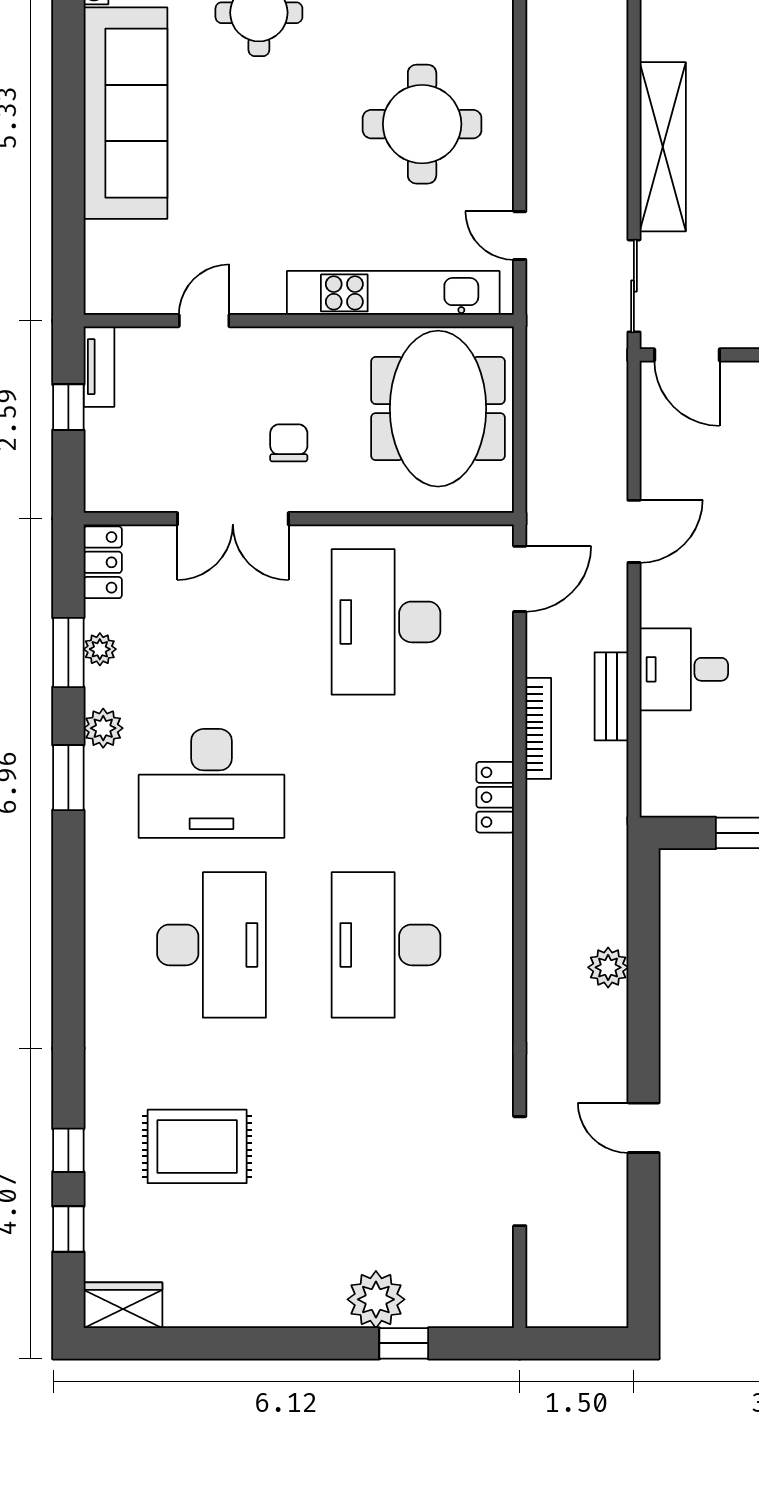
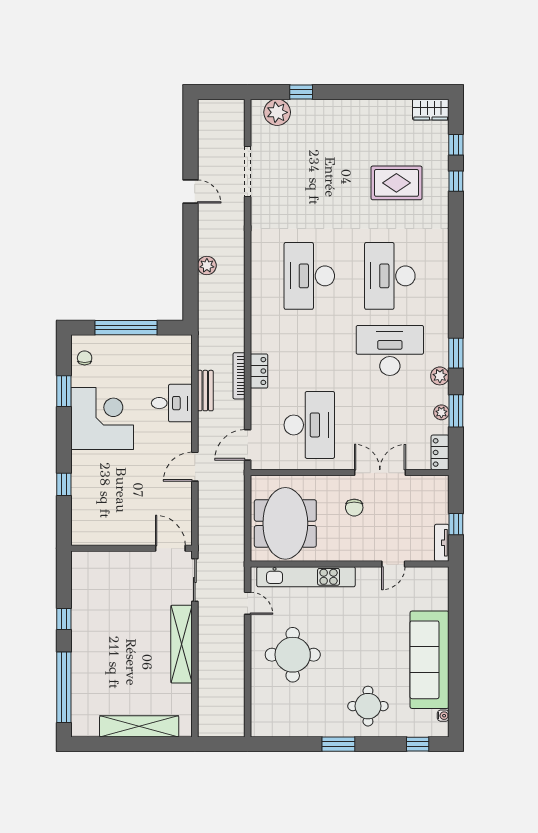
locker: (495, 797) -> (259, 371), moved
desk: (386, 945) -> (309, 276), turned 180
plant: (376, 1299) -> (277, 112), moved

